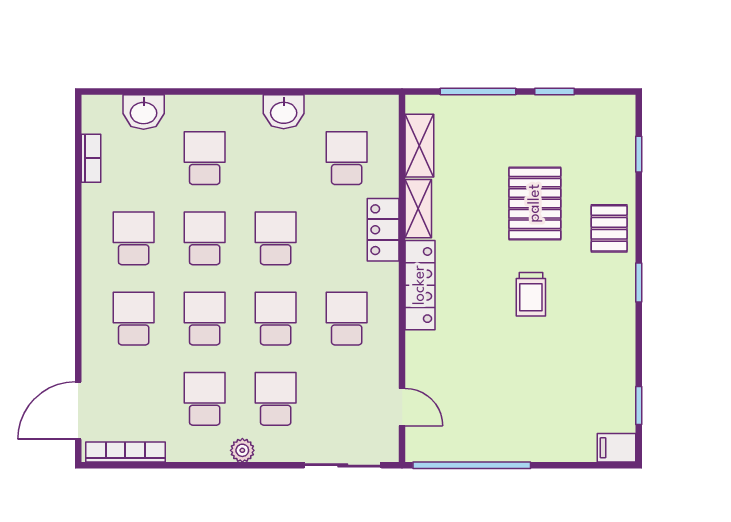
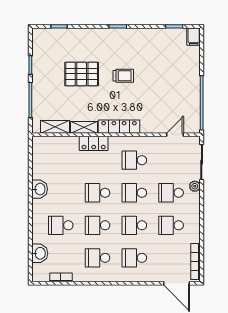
school desk: (347, 158) -> (61, 160), removed
pallet: (609, 228) -> (93, 40), removed
plant: (242, 450) -> (195, 186), moved

